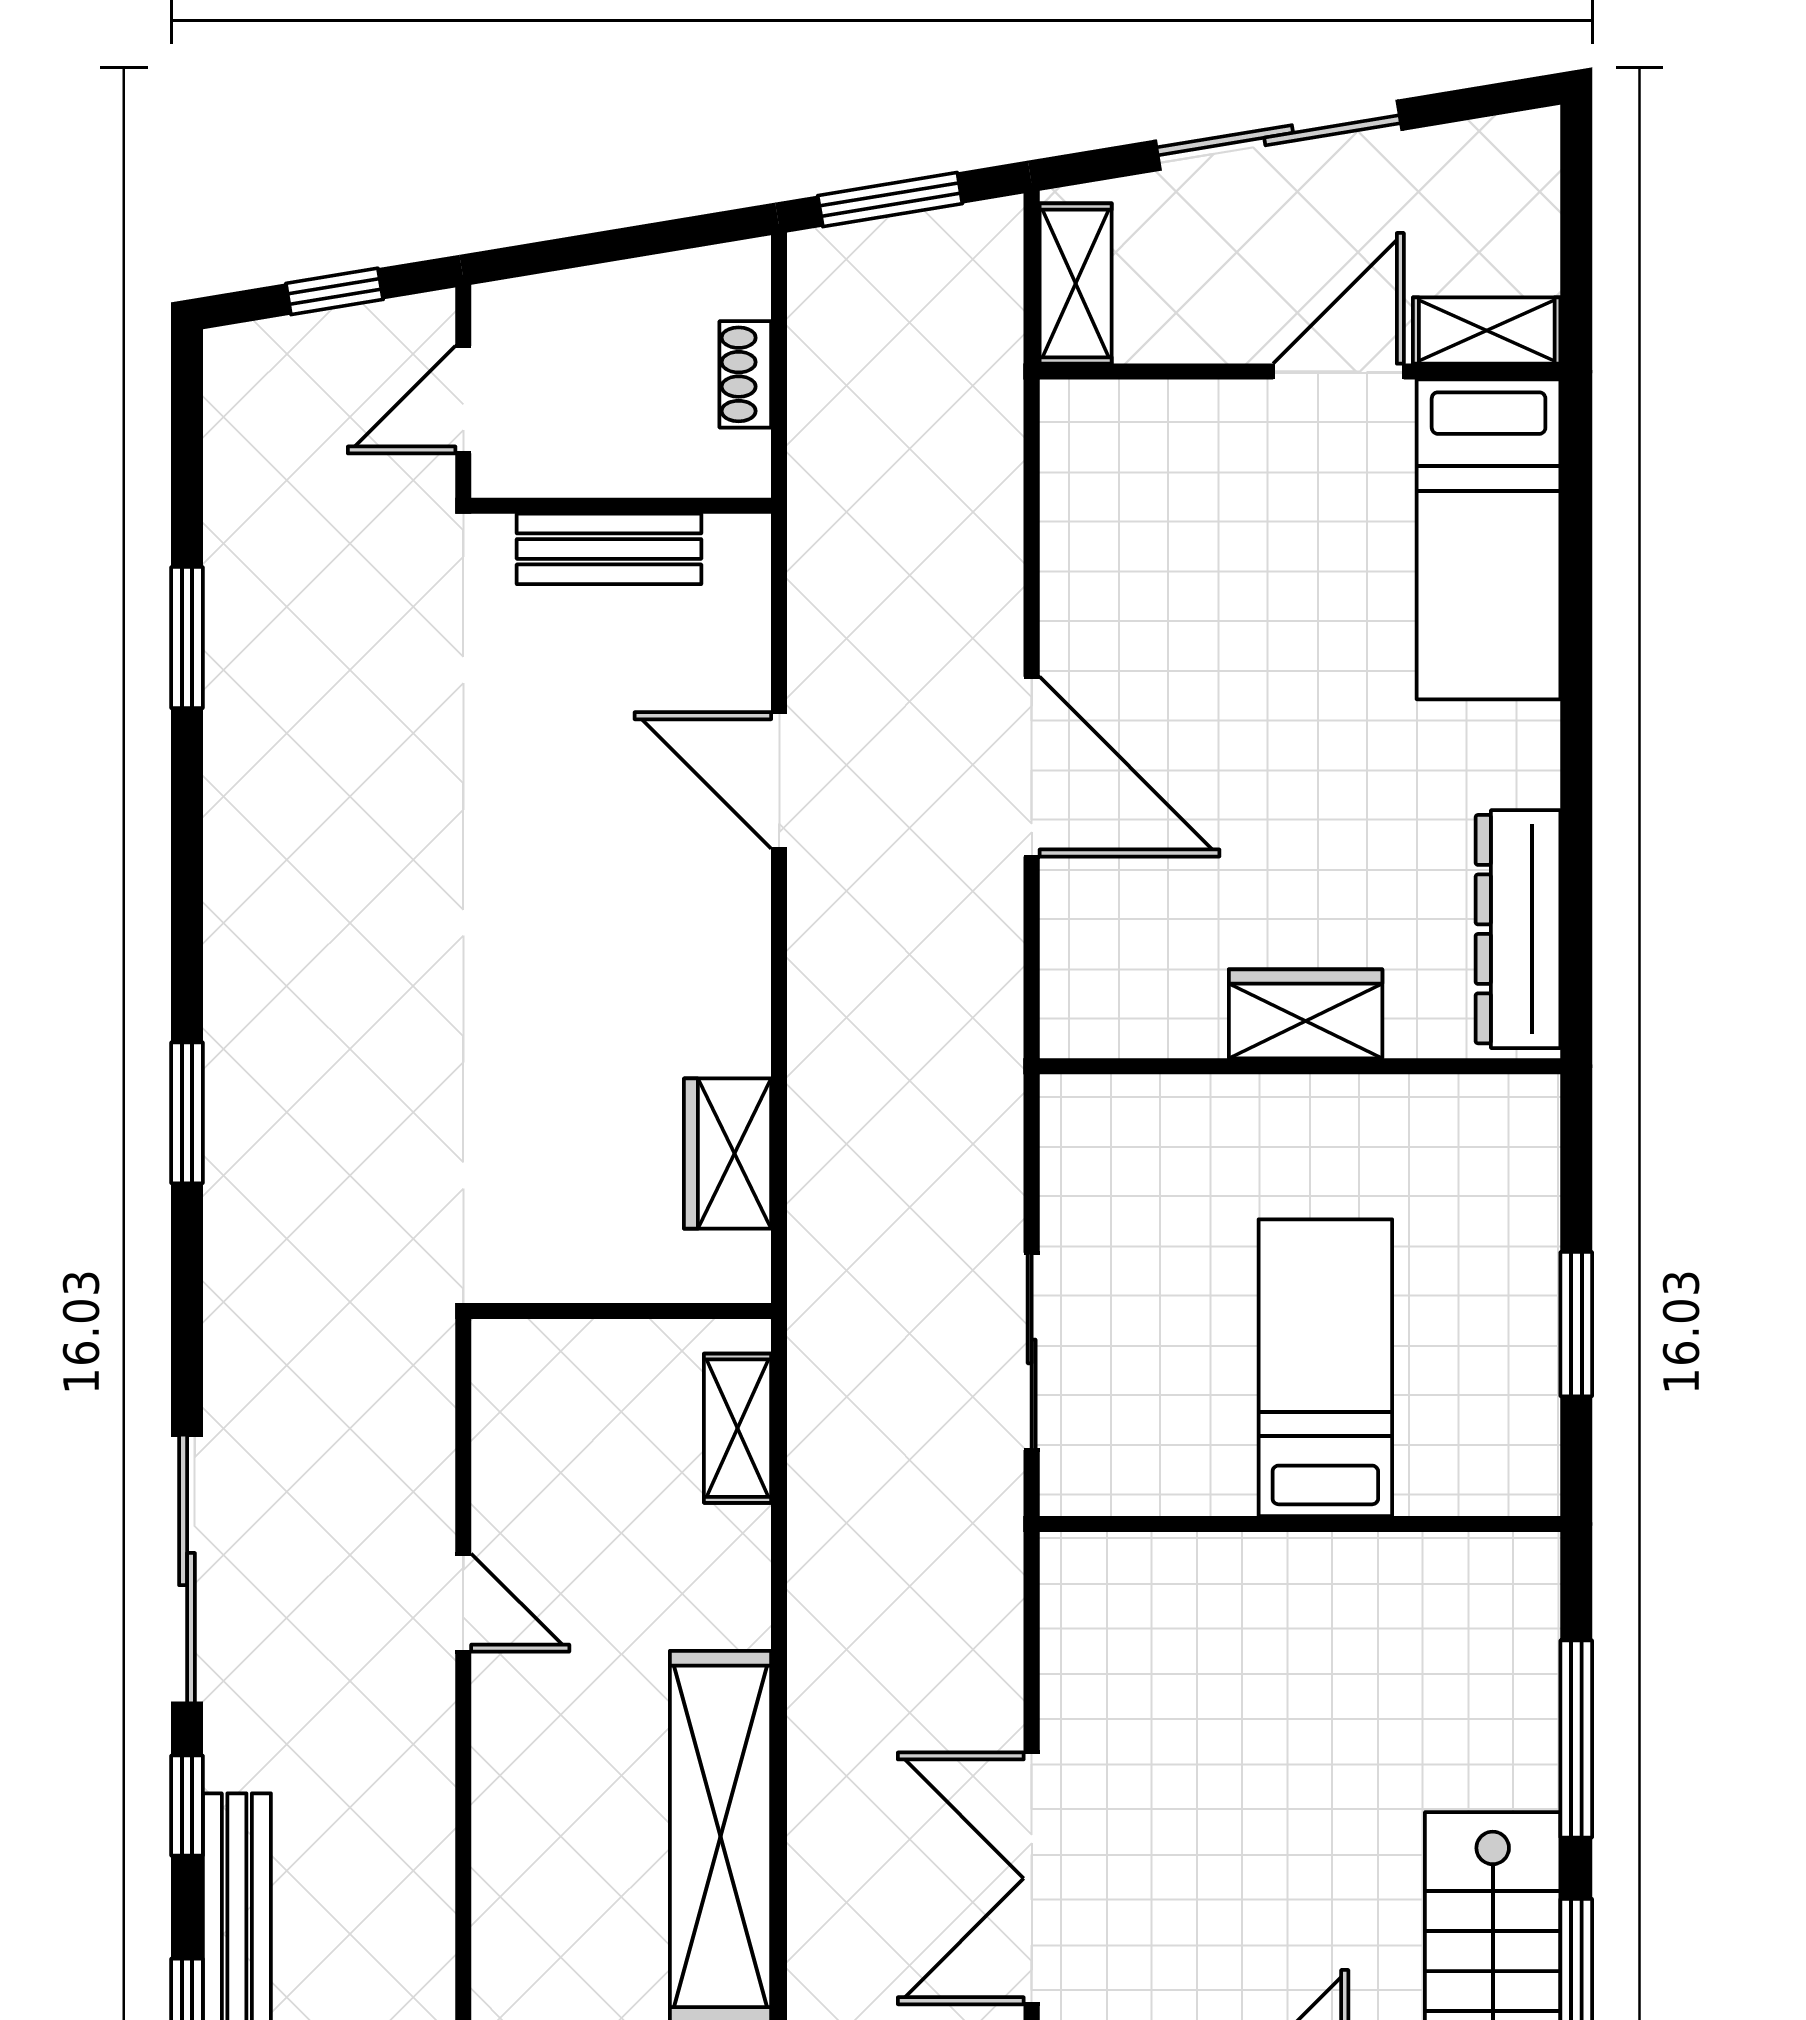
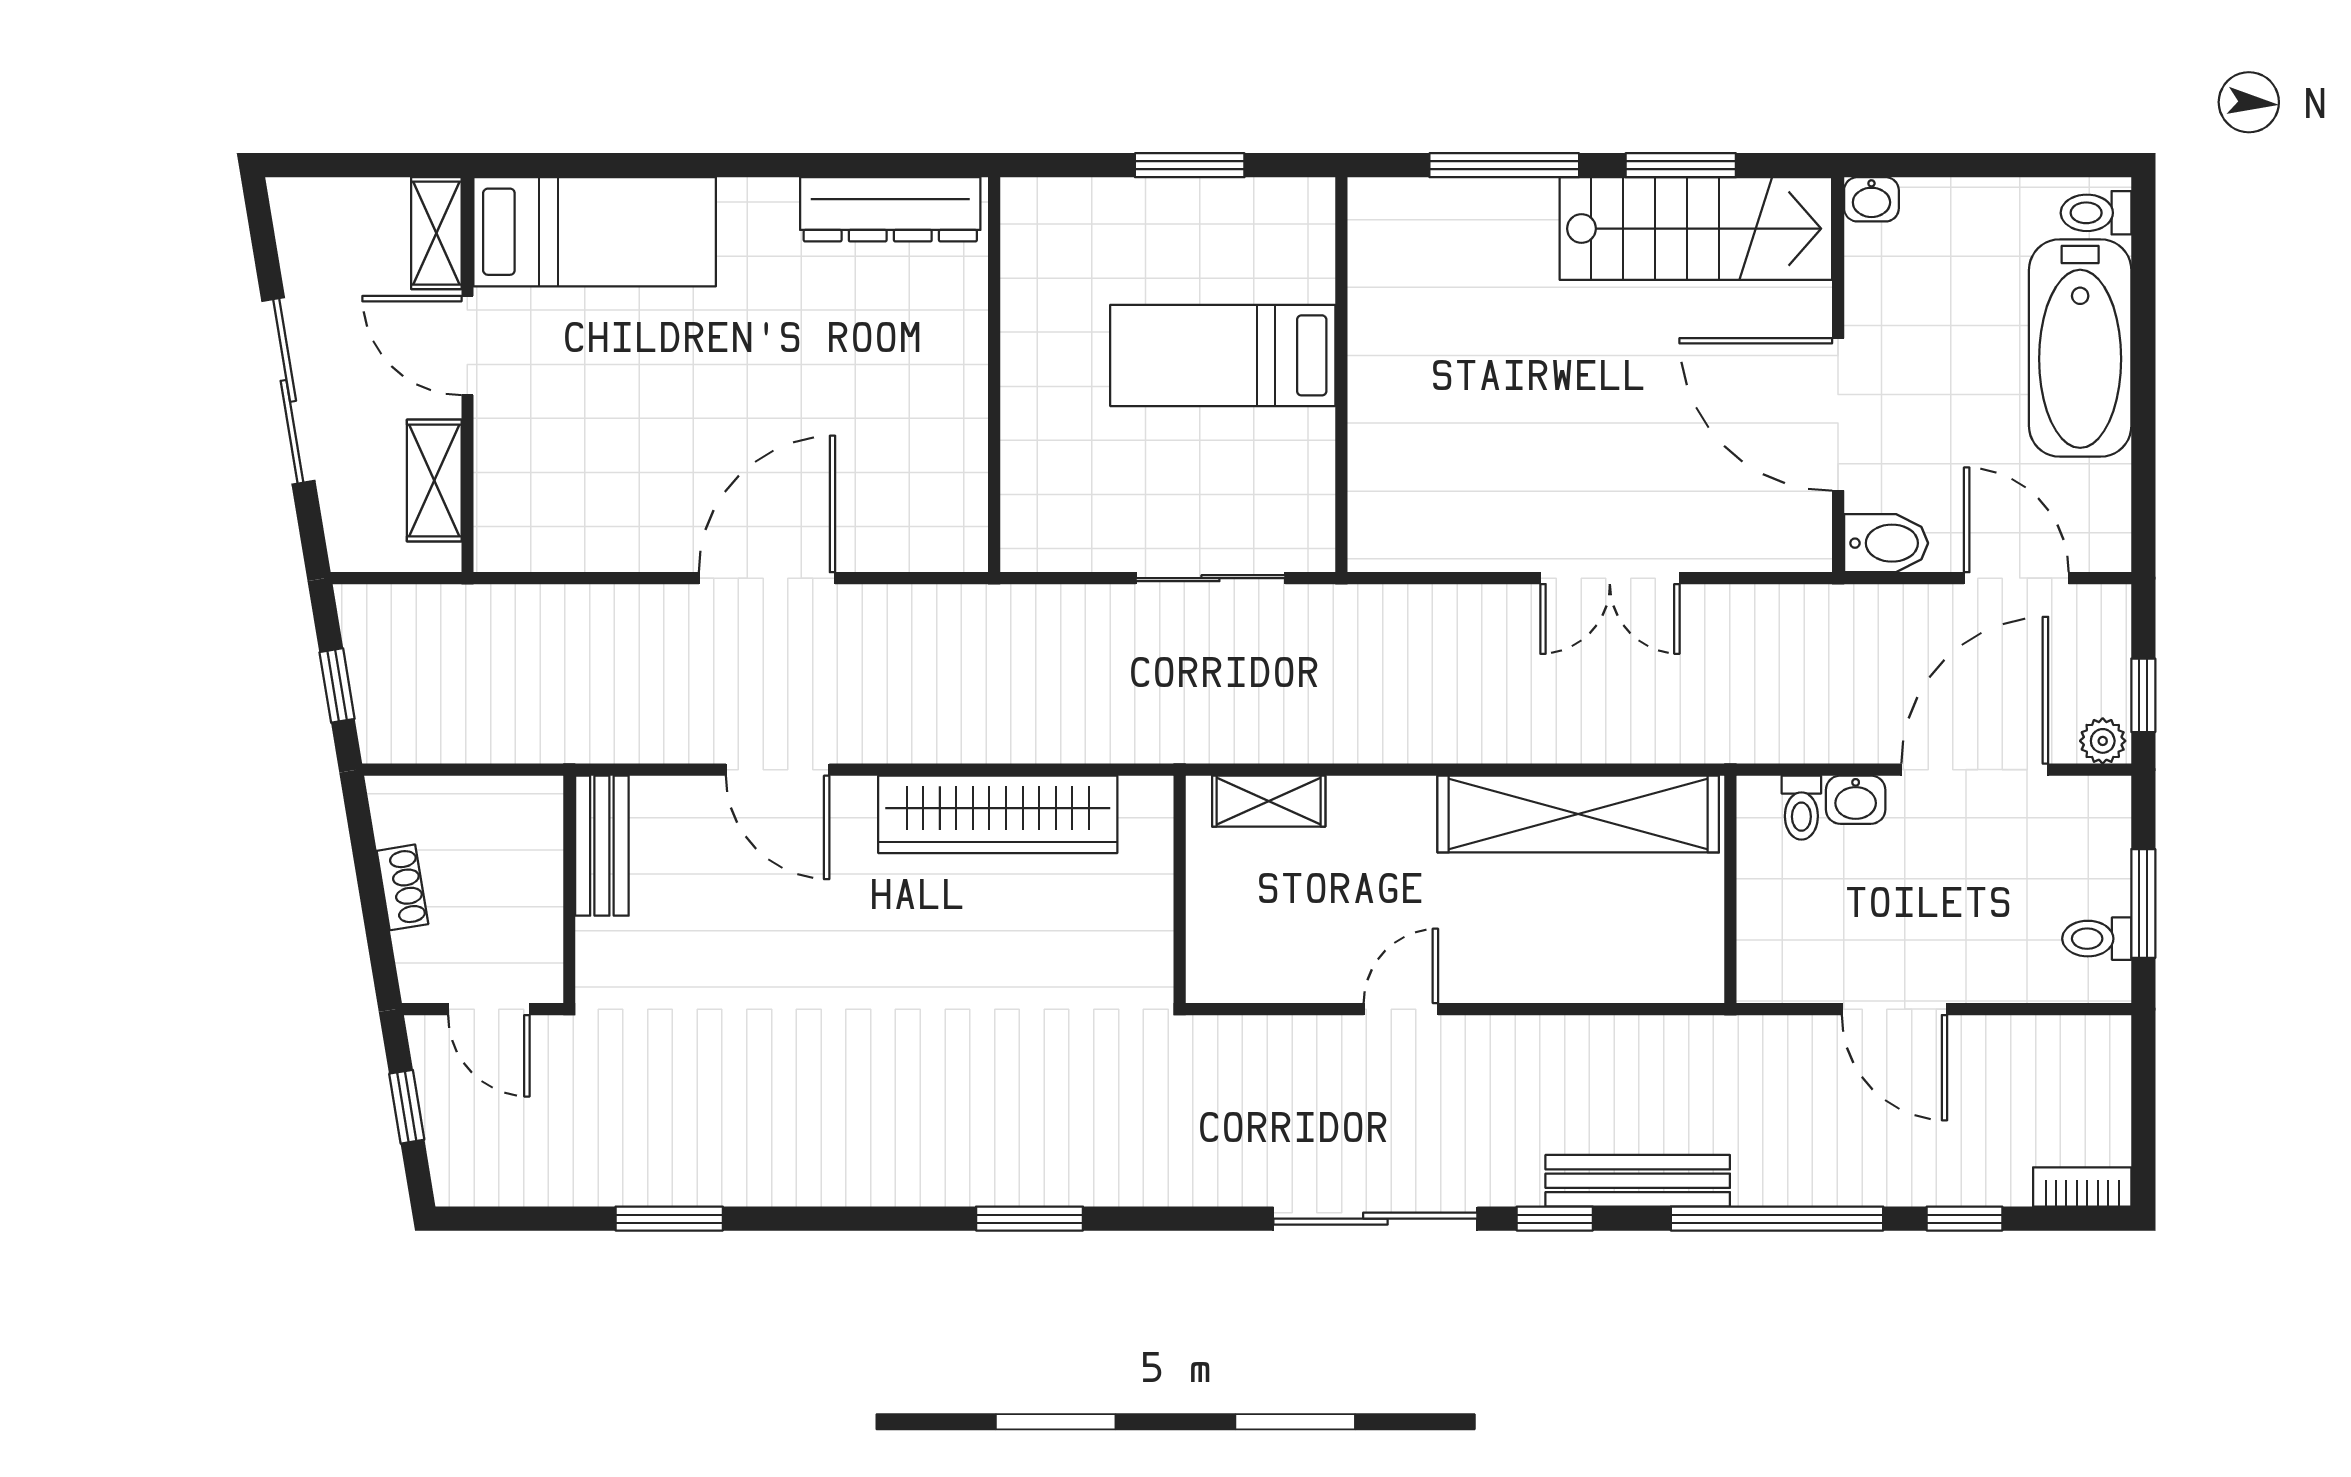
window: (890, 200) -> (337, 685), width x0.67
shelving: (1076, 283) -> (434, 480), moved, turned 90
shoe rack: (745, 374) -> (402, 887), moved, turned -99
bench: (609, 549) -> (602, 846), moved
door: (779, 780) -> (778, 770), hinge flipped
wardrobe: (1306, 1014) -> (954, 370), removed
wardrobe: (728, 1154) -> (998, 814), width x2.10, depth x1.17
double door: (1032, 1878) -> (1610, 578), width x0.73

